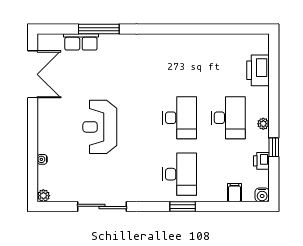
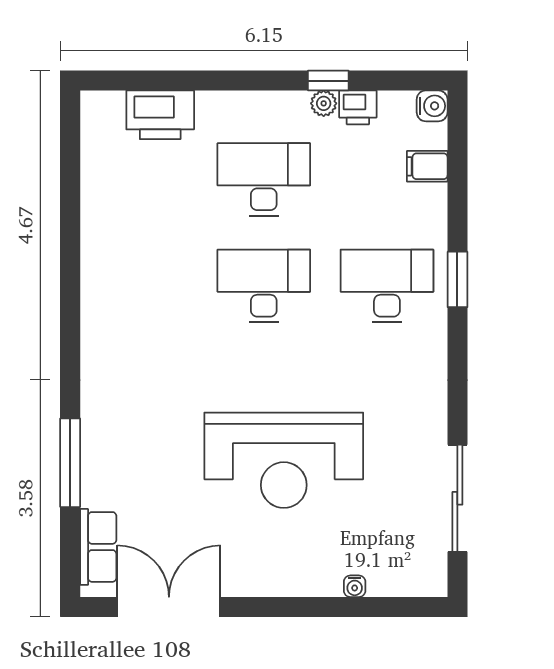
row of seats: (81, 42) -> (98, 547), moved
plant: (263, 124) -> (324, 103), moved
reception desk: (100, 127) -> (284, 460), width x1.36, depth x1.30
plant: (43, 196) -> (434, 583), removed
sliding door: (102, 206) -> (457, 498), moved

